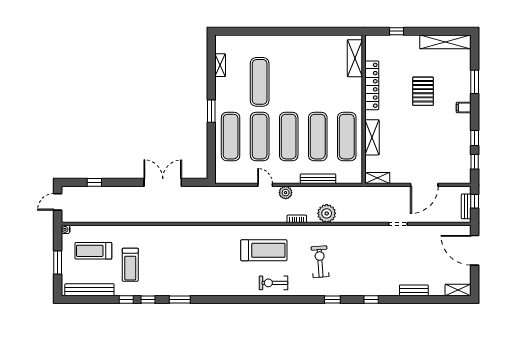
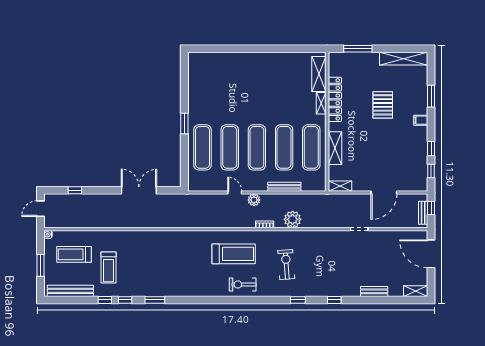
window: (396, 31) -> (358, 49), width x2.17
shelving: (220, 65) -> (321, 103), moved
exercise mat: (260, 82) -> (230, 96), removed

